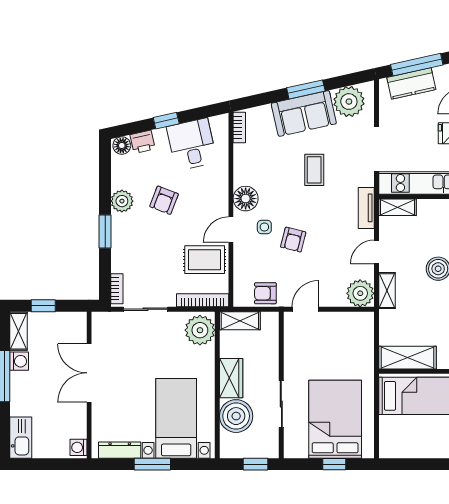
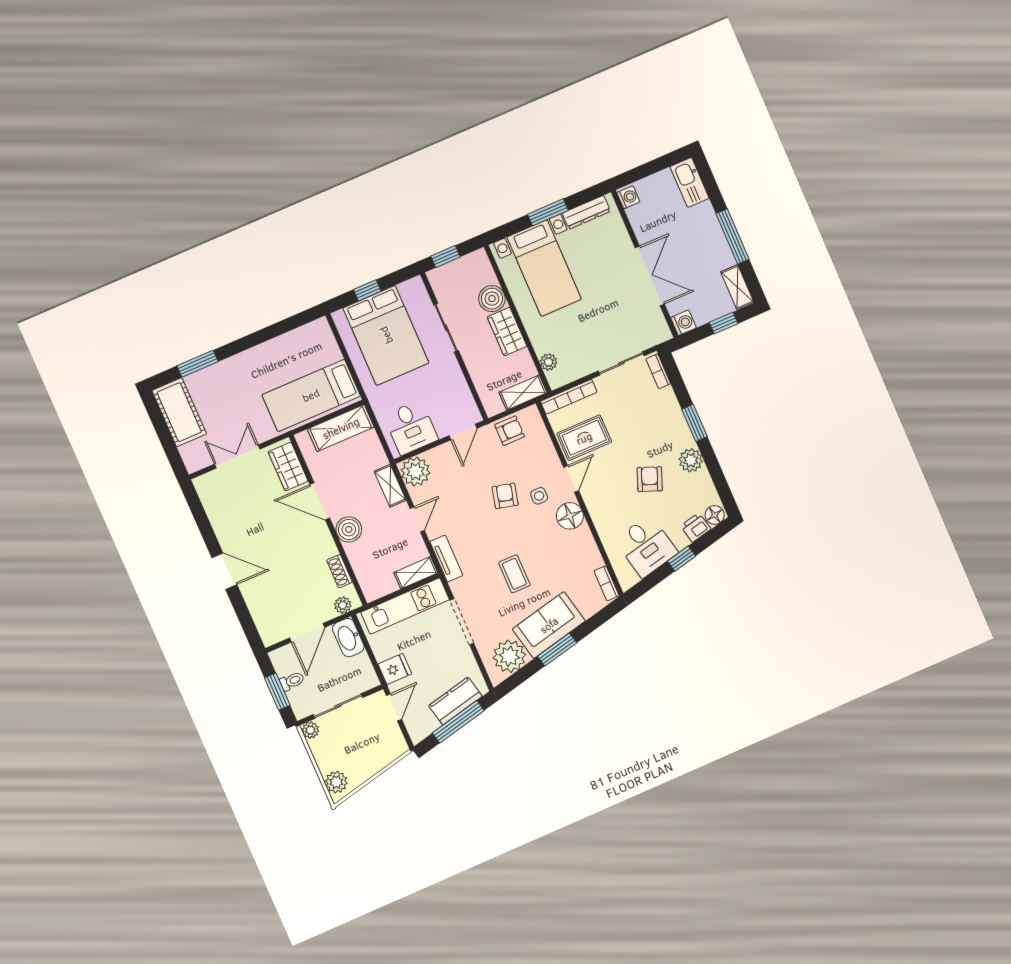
plant: (200, 330) -> (549, 362), width x0.53, depth x0.53
desk: (348, 332) -> (411, 427), added
washing machine: (19, 361) -> (683, 323), moved, turned 180
boiler: (236, 416) -> (492, 299), width x0.73, depth x0.73

